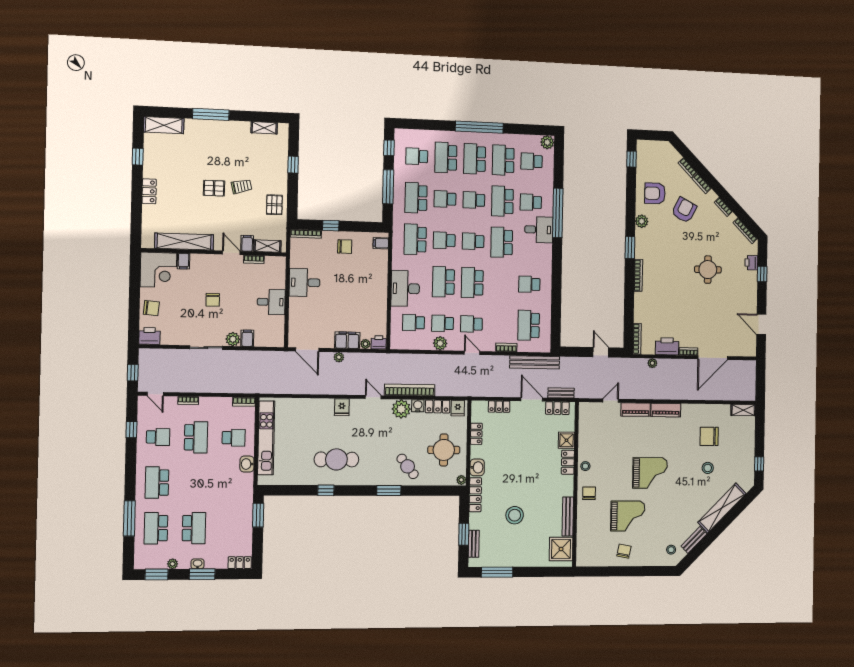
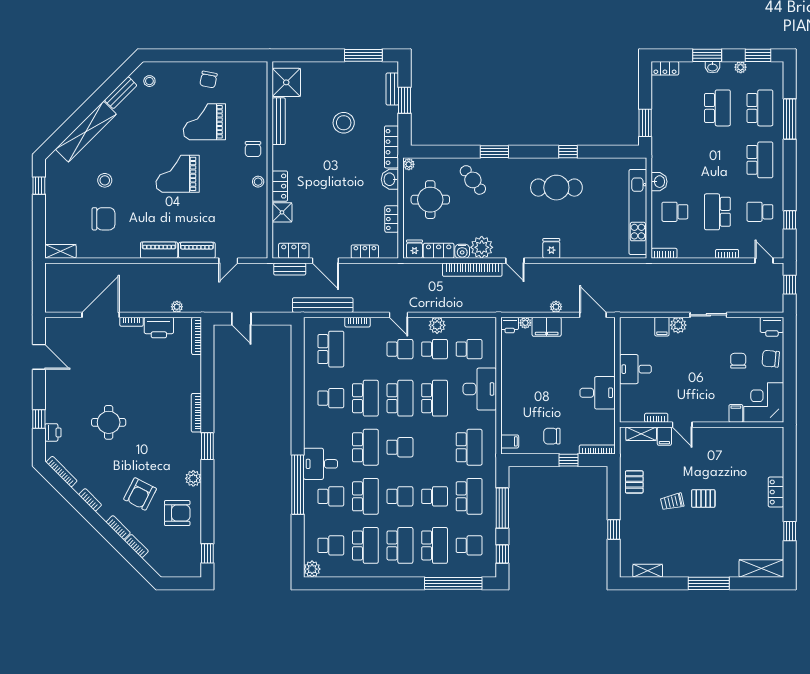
window: (479, 127) -> (453, 583), moved
school desk: (444, 240) -> (365, 398), moved, width x1.85
shelving: (184, 242) -> (736, 436), removed
chair: (213, 300) -> (738, 361), moved
school desk: (194, 528) -> (717, 108), turned 180

